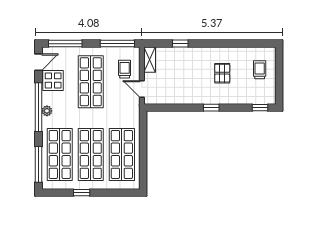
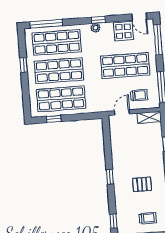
window: (38, 107) -> (98, 20), width x0.32
window: (143, 164) -> (54, 119), added

